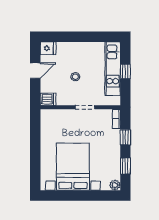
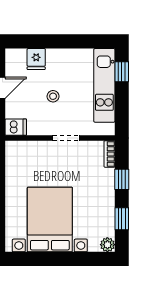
fridge: (48, 48) -> (36, 59), moved, turned 90
window: (125, 71) -> (122, 72), moved

